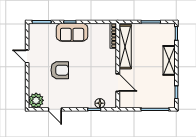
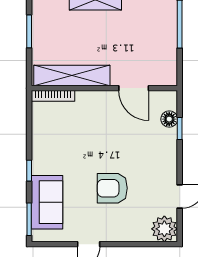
sofa: (72, 32) -> (47, 202), moved
armchair: (60, 70) -> (112, 188), turned -90
door: (118, 83) -> (134, 88), swing flipped

